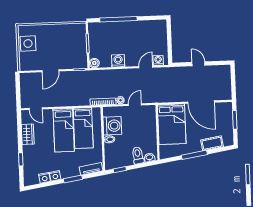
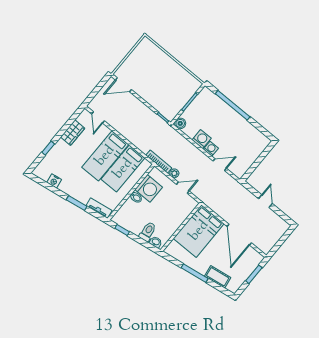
side table: (28, 44) -> (140, 58), removed
washing machine: (158, 60) -> (211, 149), moved
door: (50, 71) -> (123, 85), moved
nightstand: (55, 176) -> (64, 187), removed

